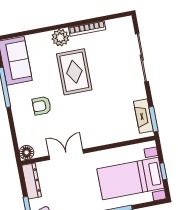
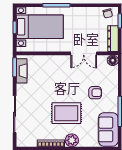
rug: (74, 72) -> (66, 113), turned 90

